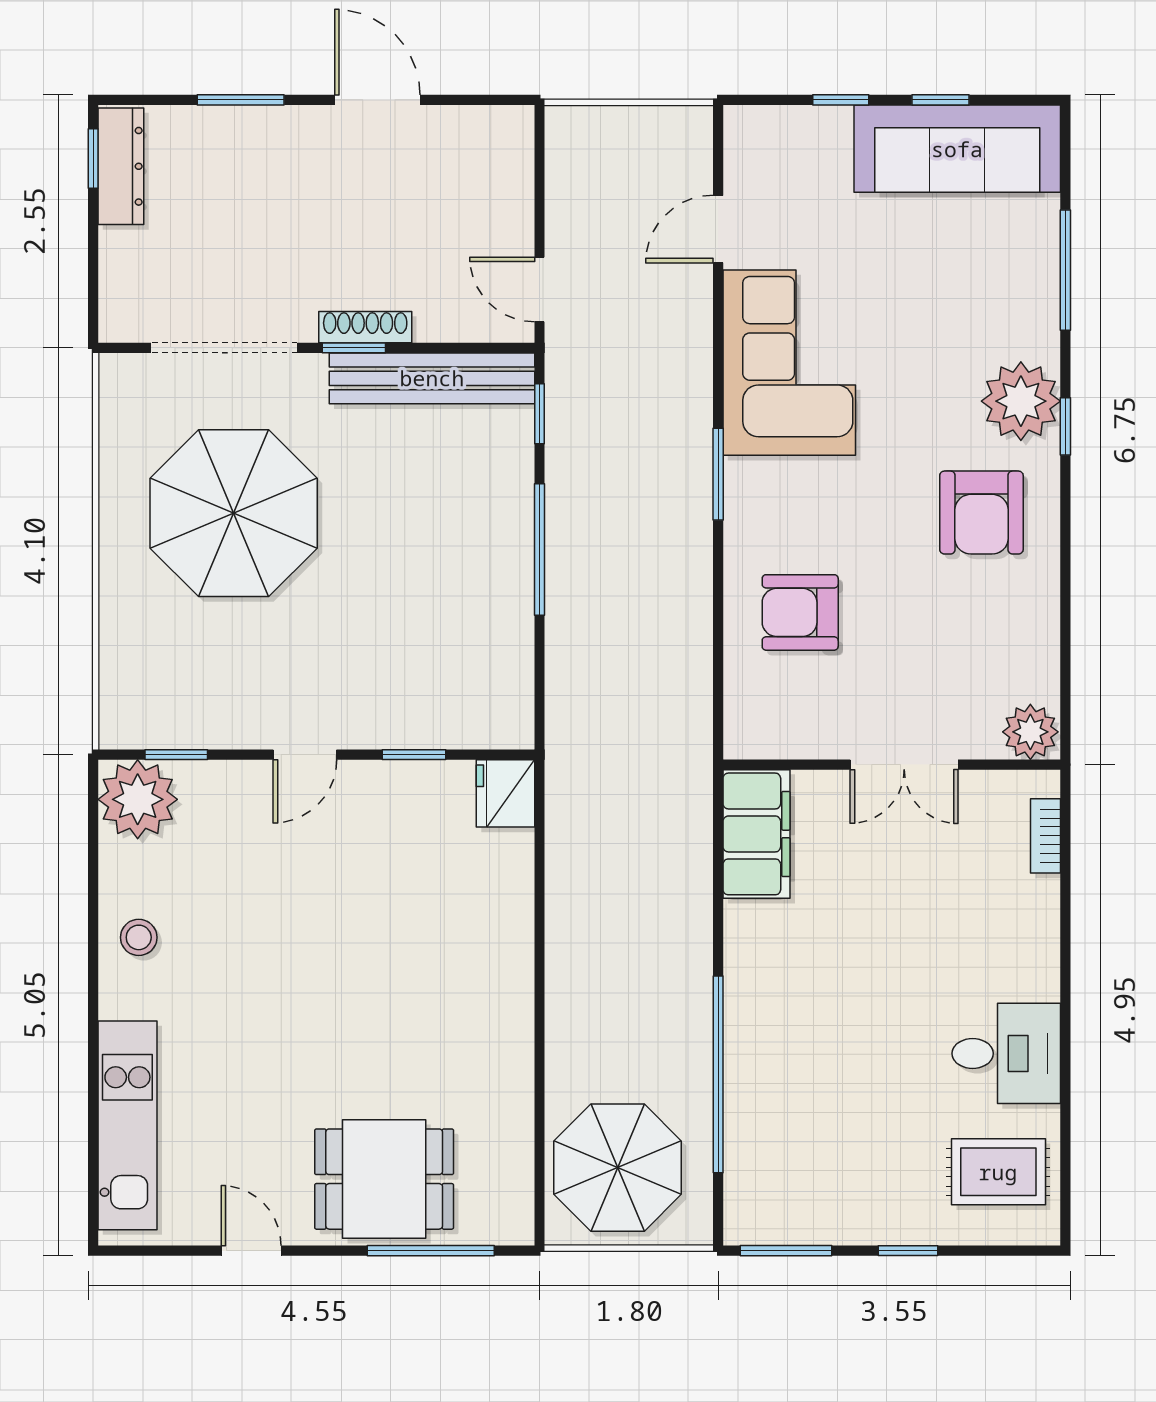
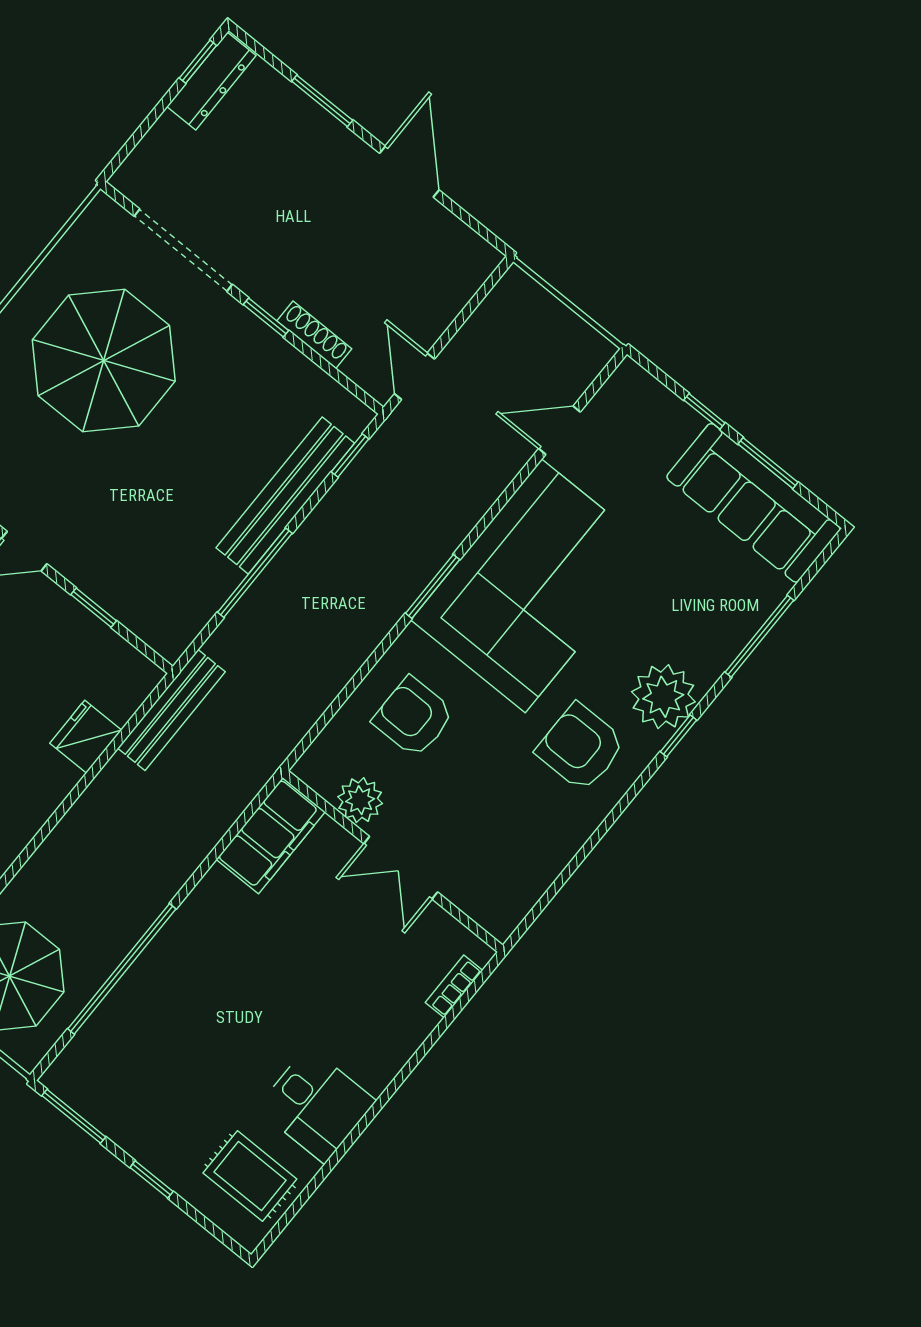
window: (940, 100) -> (768, 463), width x1.50
shoe rack: (365, 327) -> (314, 335), moved
corner sofa: (789, 363) -> (533, 586), width x1.36, depth x1.36
bench: (432, 378) -> (285, 495), moved, turned 90
armchair: (981, 513) -> (581, 747), turned 90
window: (539, 549) -> (255, 573), moved
plant: (1030, 732) -> (360, 800), moved
bench: (566, 792) -> (171, 710), added
fridge: (505, 793) -> (86, 737), moved

